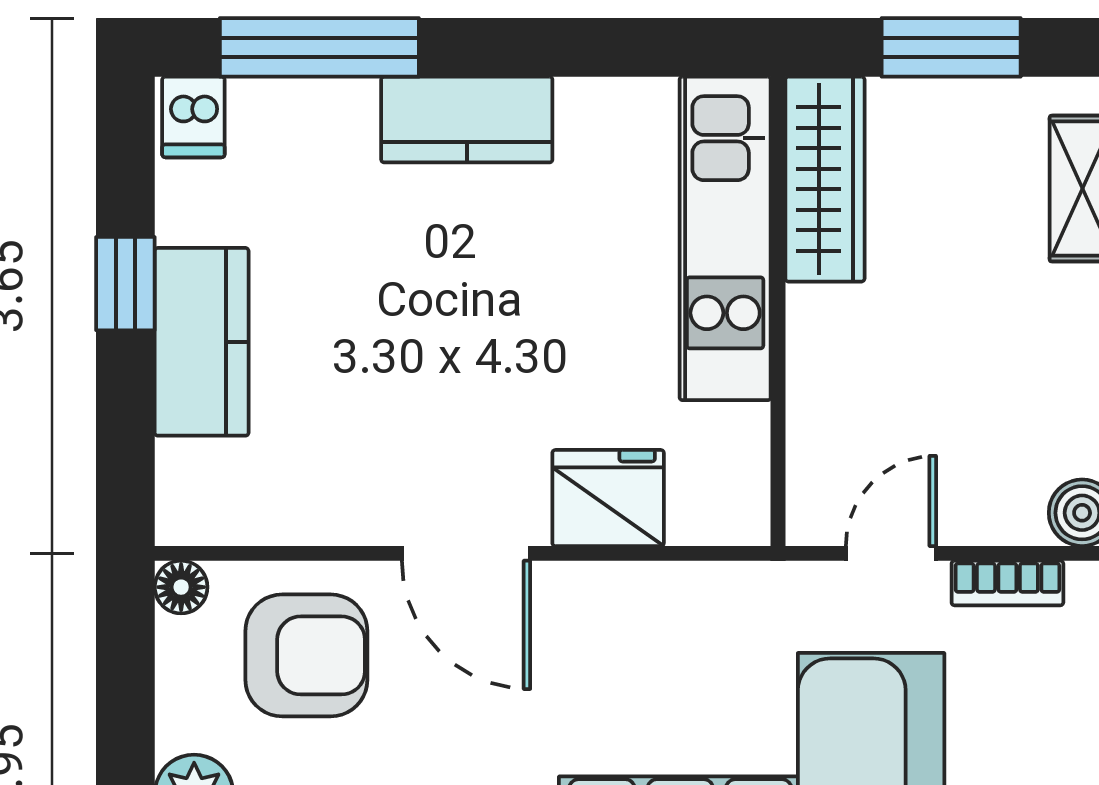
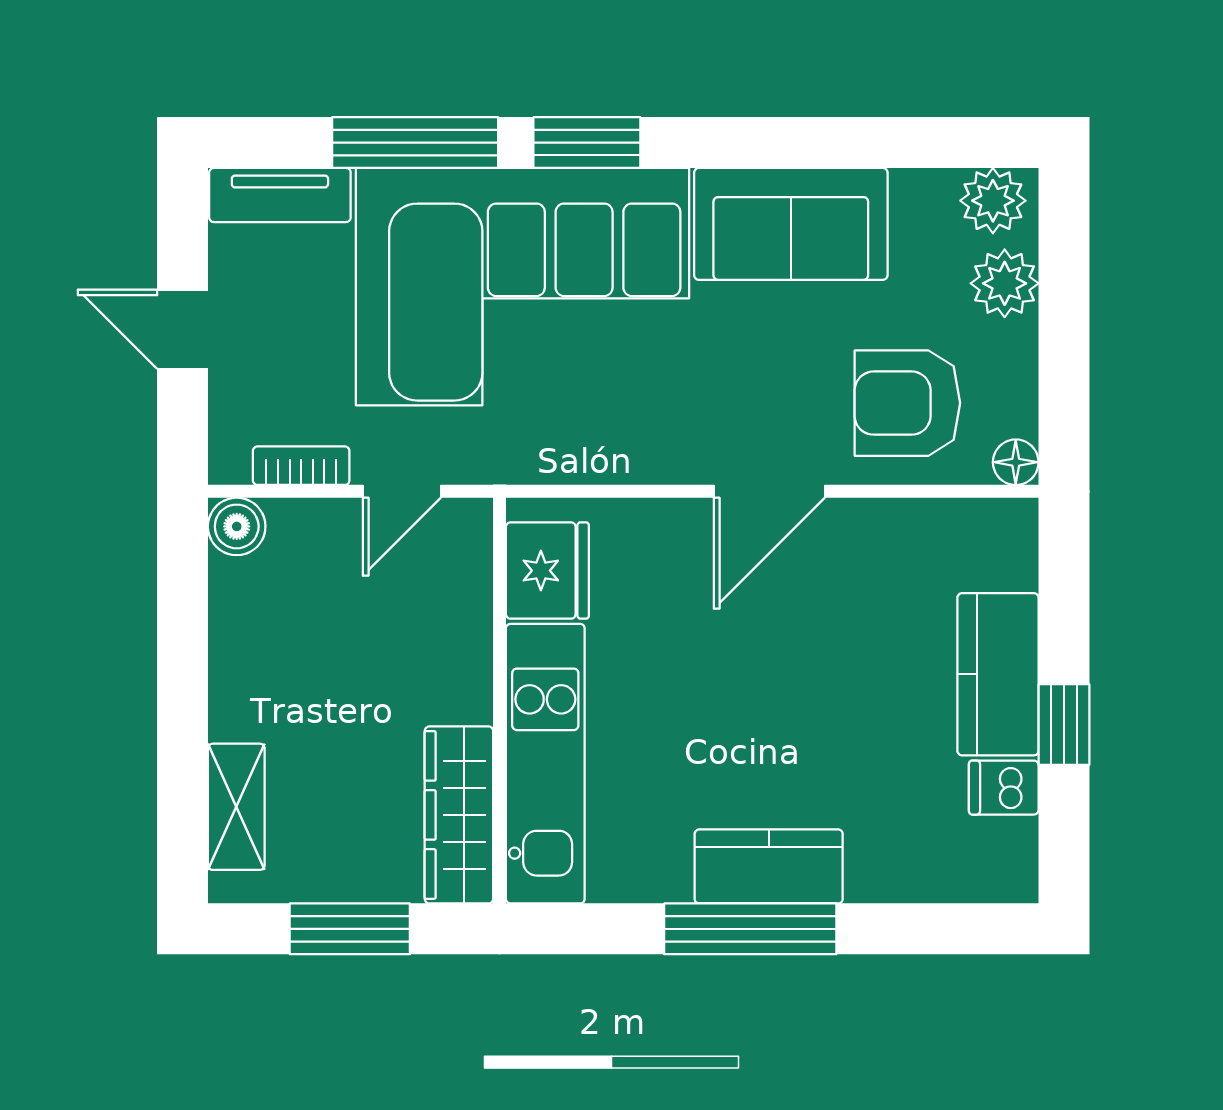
window: (319, 47) -> (750, 929), moved
dishwasher: (193, 117) -> (1004, 788), moved, turned -90
fridge: (608, 498) -> (547, 571), moved, turned -90
door: (466, 553) -> (769, 491), swing flipped

